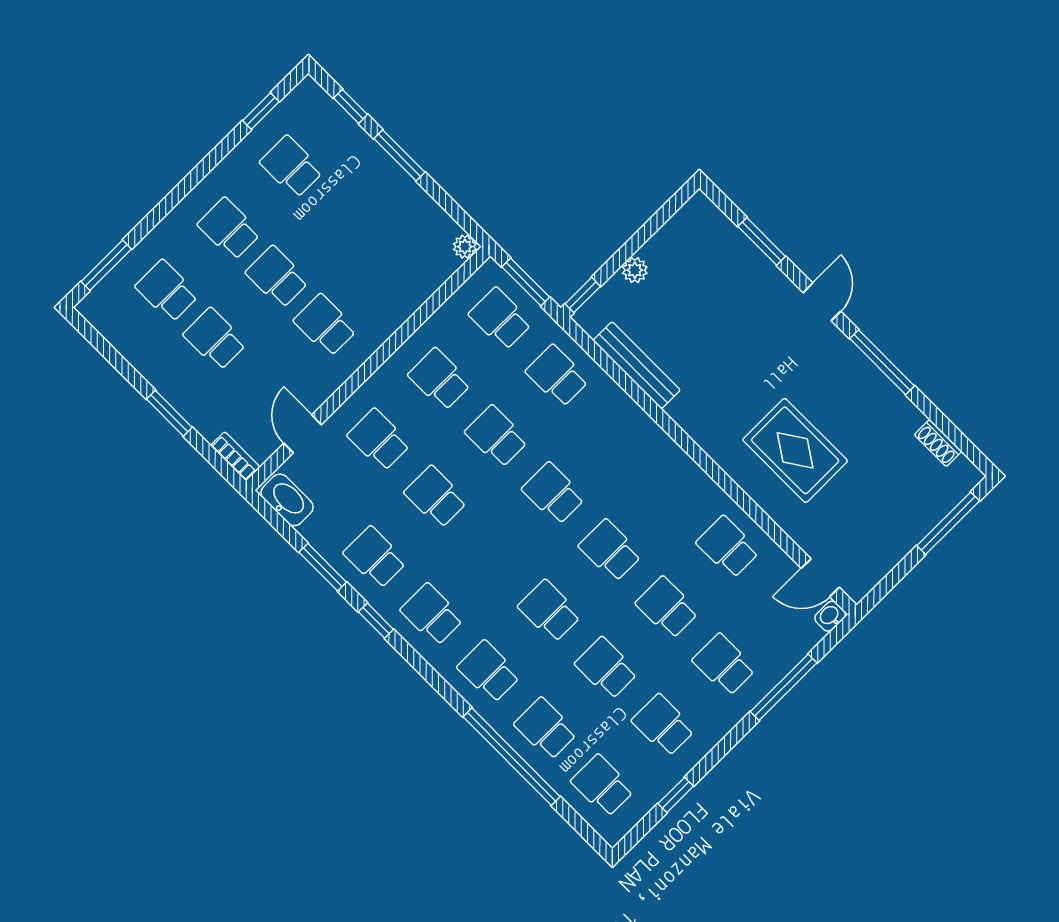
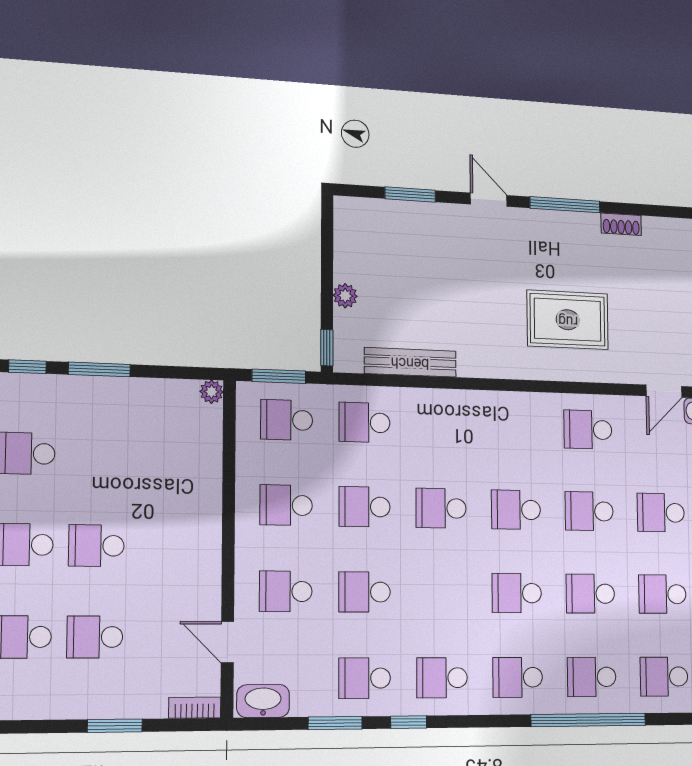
school desk: (325, 325) -> (167, 547), removed
shoe rack: (938, 443) -> (621, 224), moved

